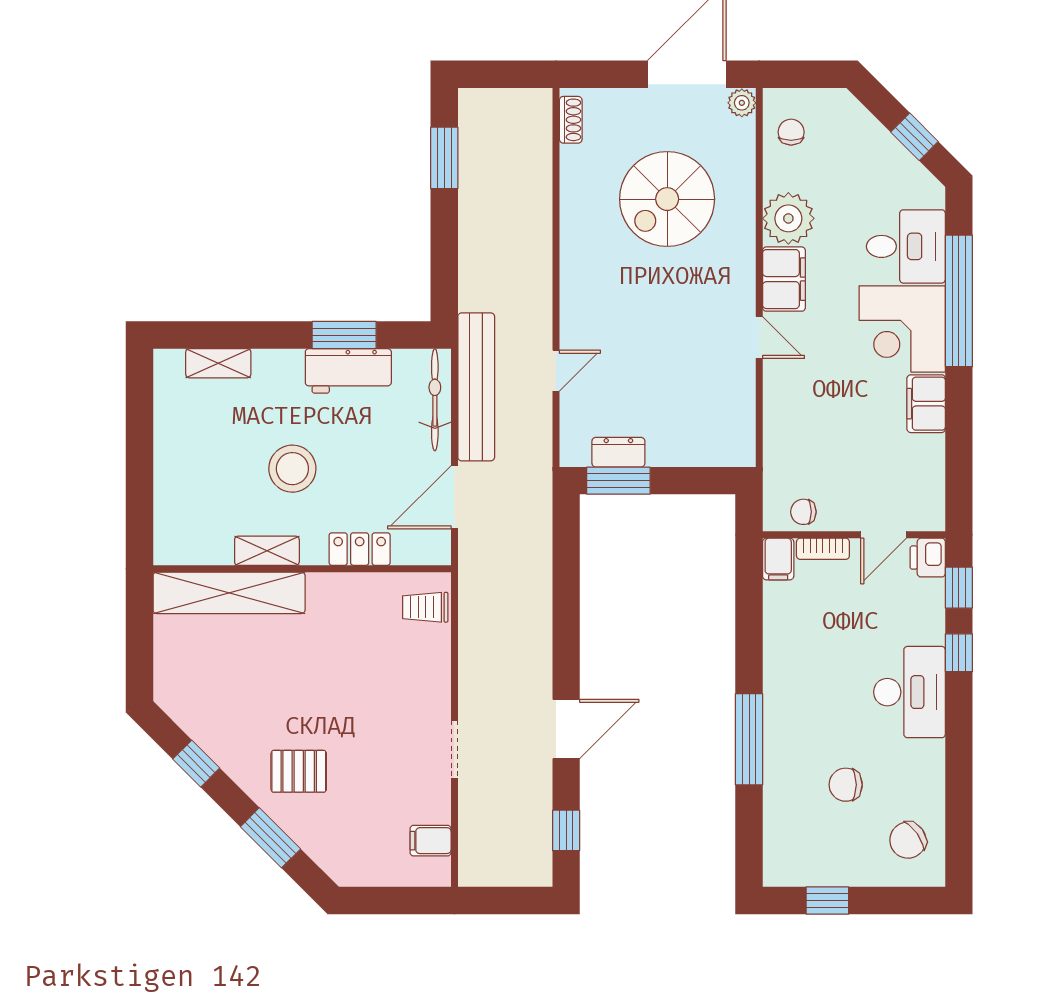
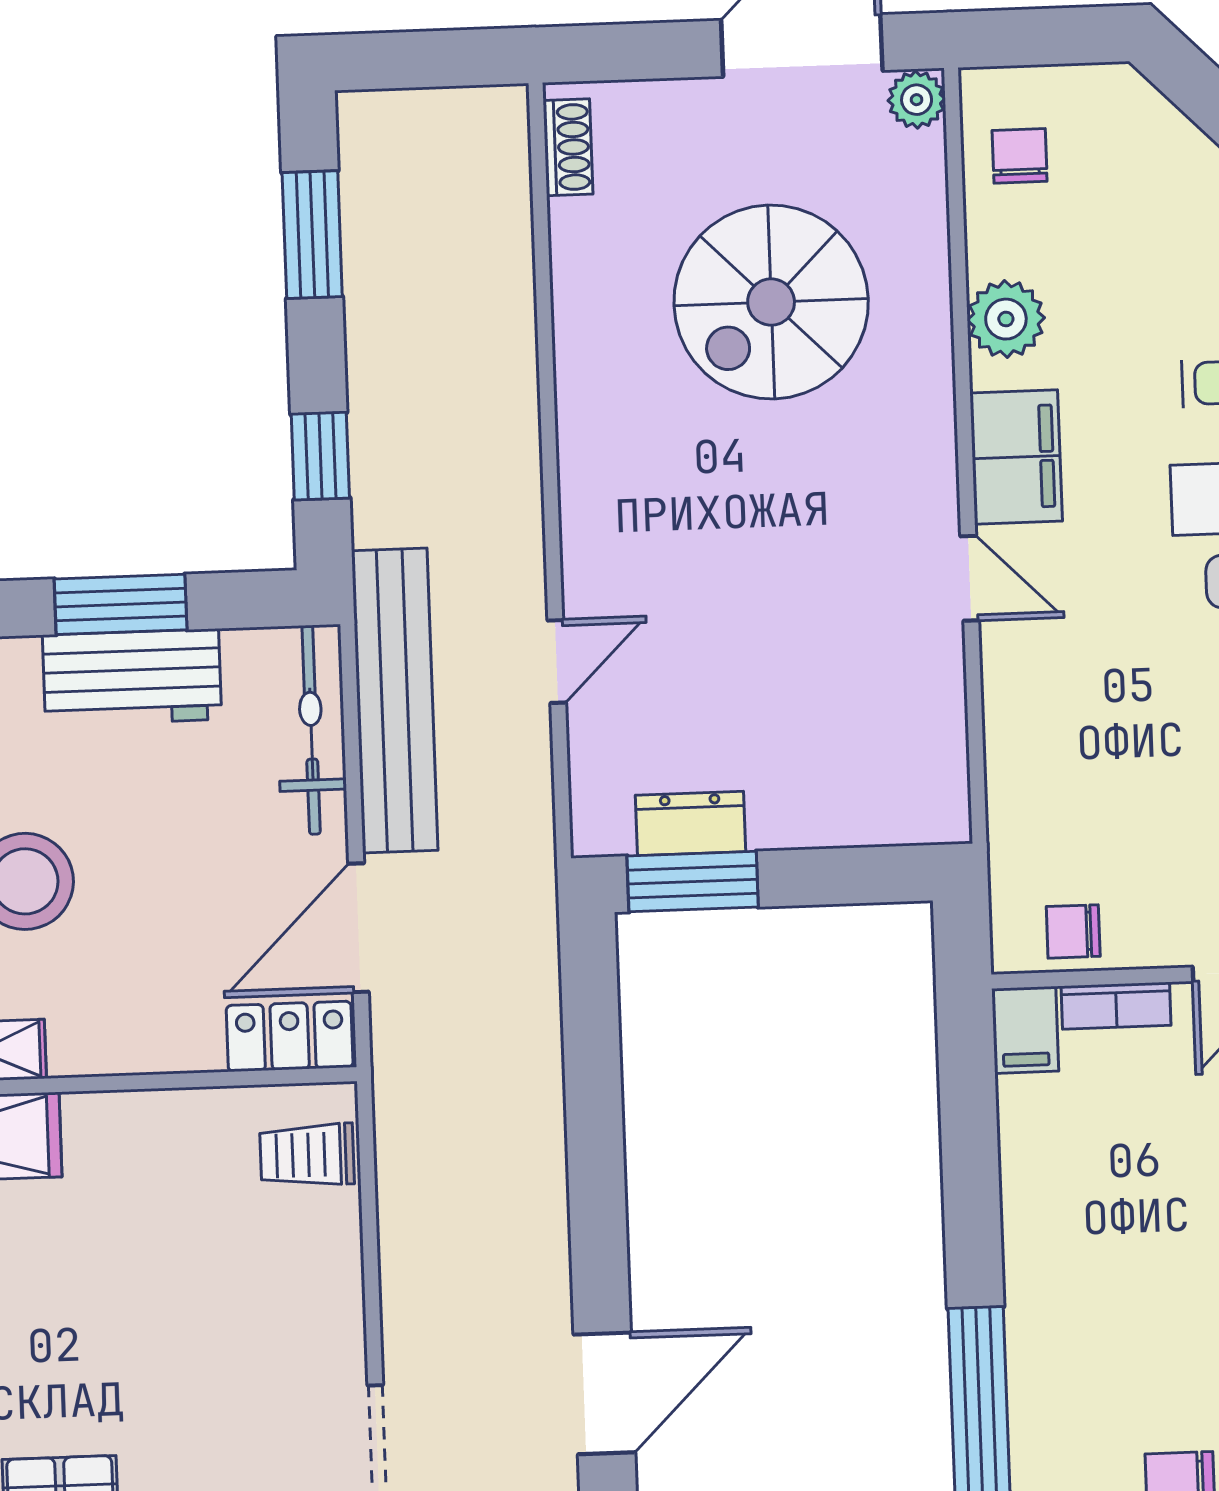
plant: (788, 218) -> (1006, 319), width x0.73, depth x0.73
window: (444, 266) -> (320, 456), added
locker: (360, 549) -> (290, 1036), moved

